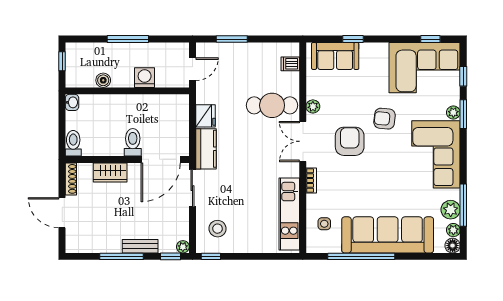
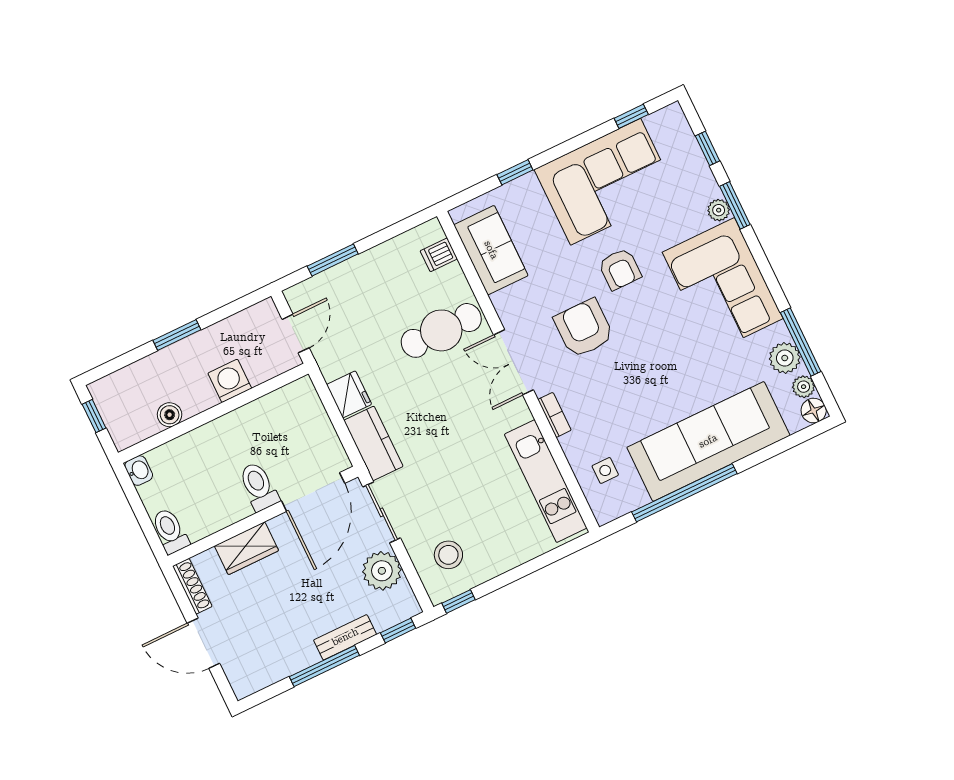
window: (128, 39) -> (177, 335), width x0.69
sofa: (335, 56) -> (491, 250), moved, turned -90
corner sofa: (425, 68) -> (606, 182), moved
plant: (313, 106) -> (503, 303), removed
armchair: (385, 119) -> (620, 269), turned -96
plant: (183, 247) -> (382, 571), moved, width x1.88, depth x1.88

